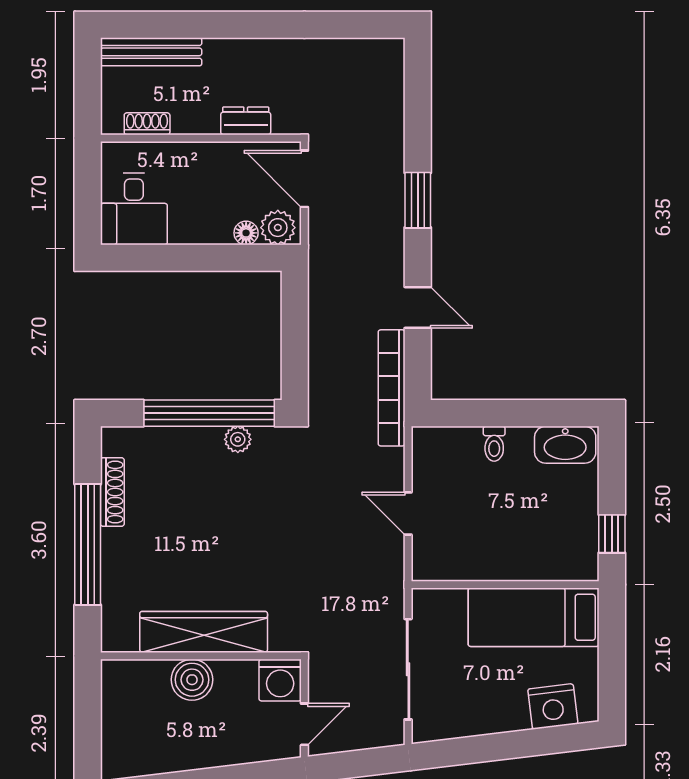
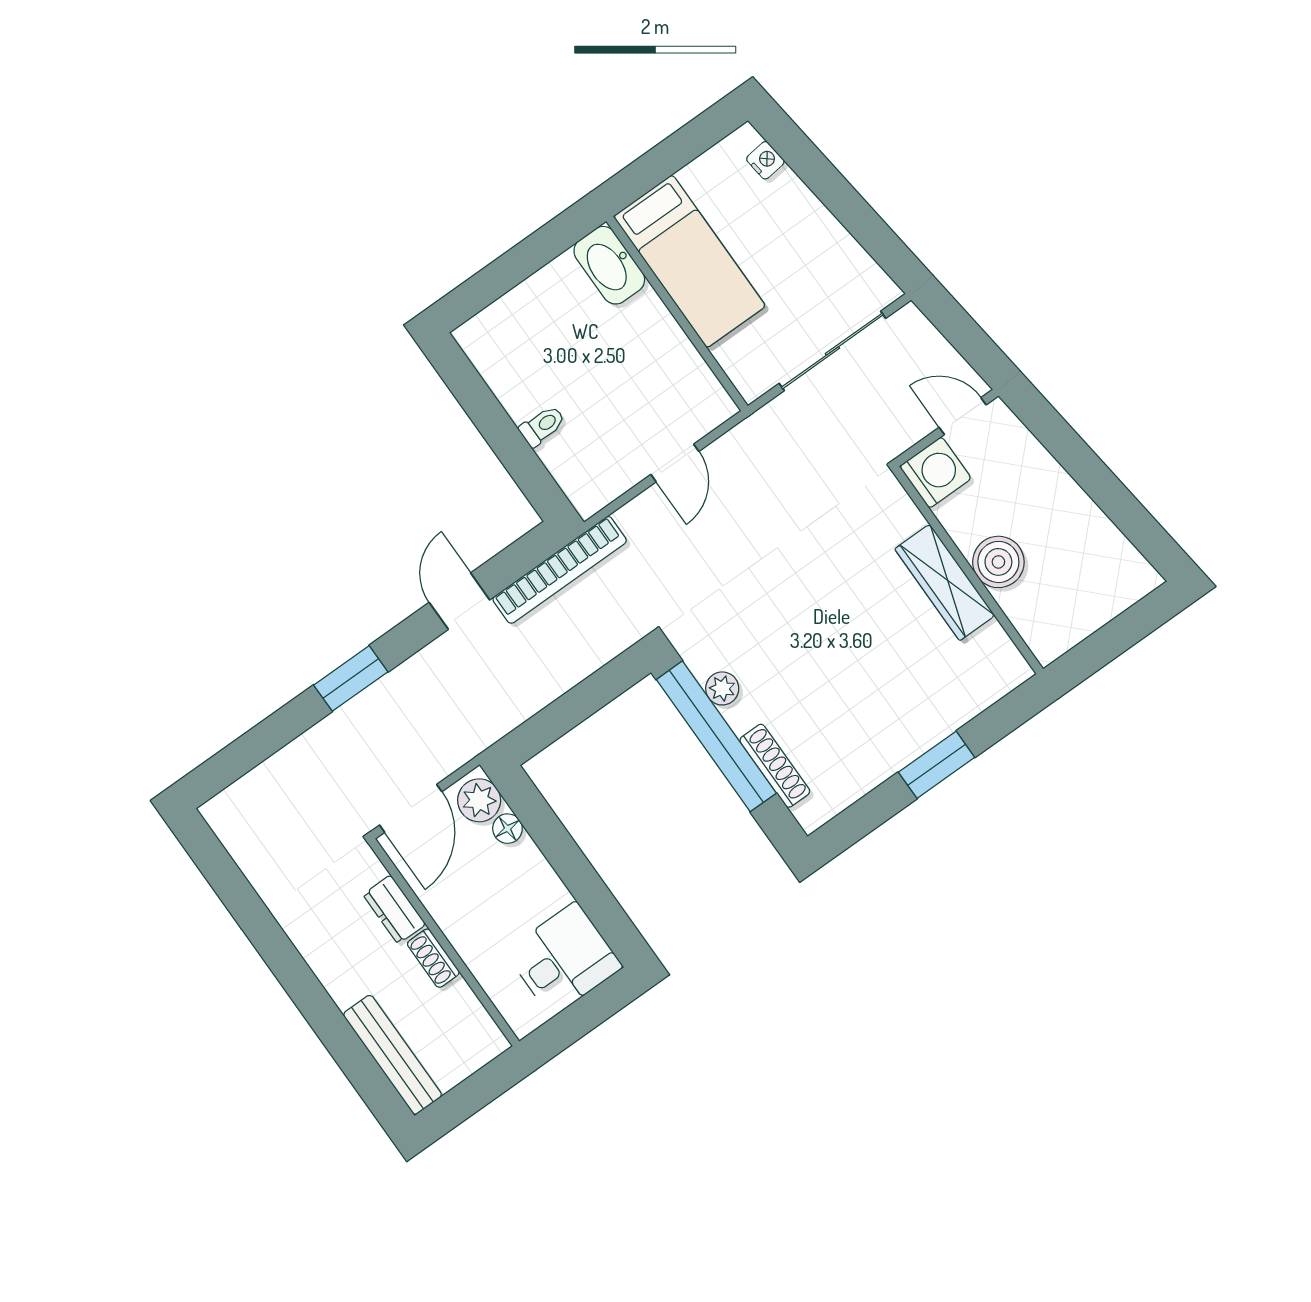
shoe rack: (147, 124) -> (433, 958), moved
washbasin: (565, 445) -> (609, 265), moved, turned 180
shoe rack: (112, 492) -> (775, 766), moved, turned 90
window: (612, 534) -> (549, 242), removed
window: (88, 544) -> (937, 765), width x0.47
wardrobe: (204, 632) -> (945, 582), width x0.71, depth x0.85
nightstand: (553, 706) -> (765, 160), width x0.53, depth x0.56

